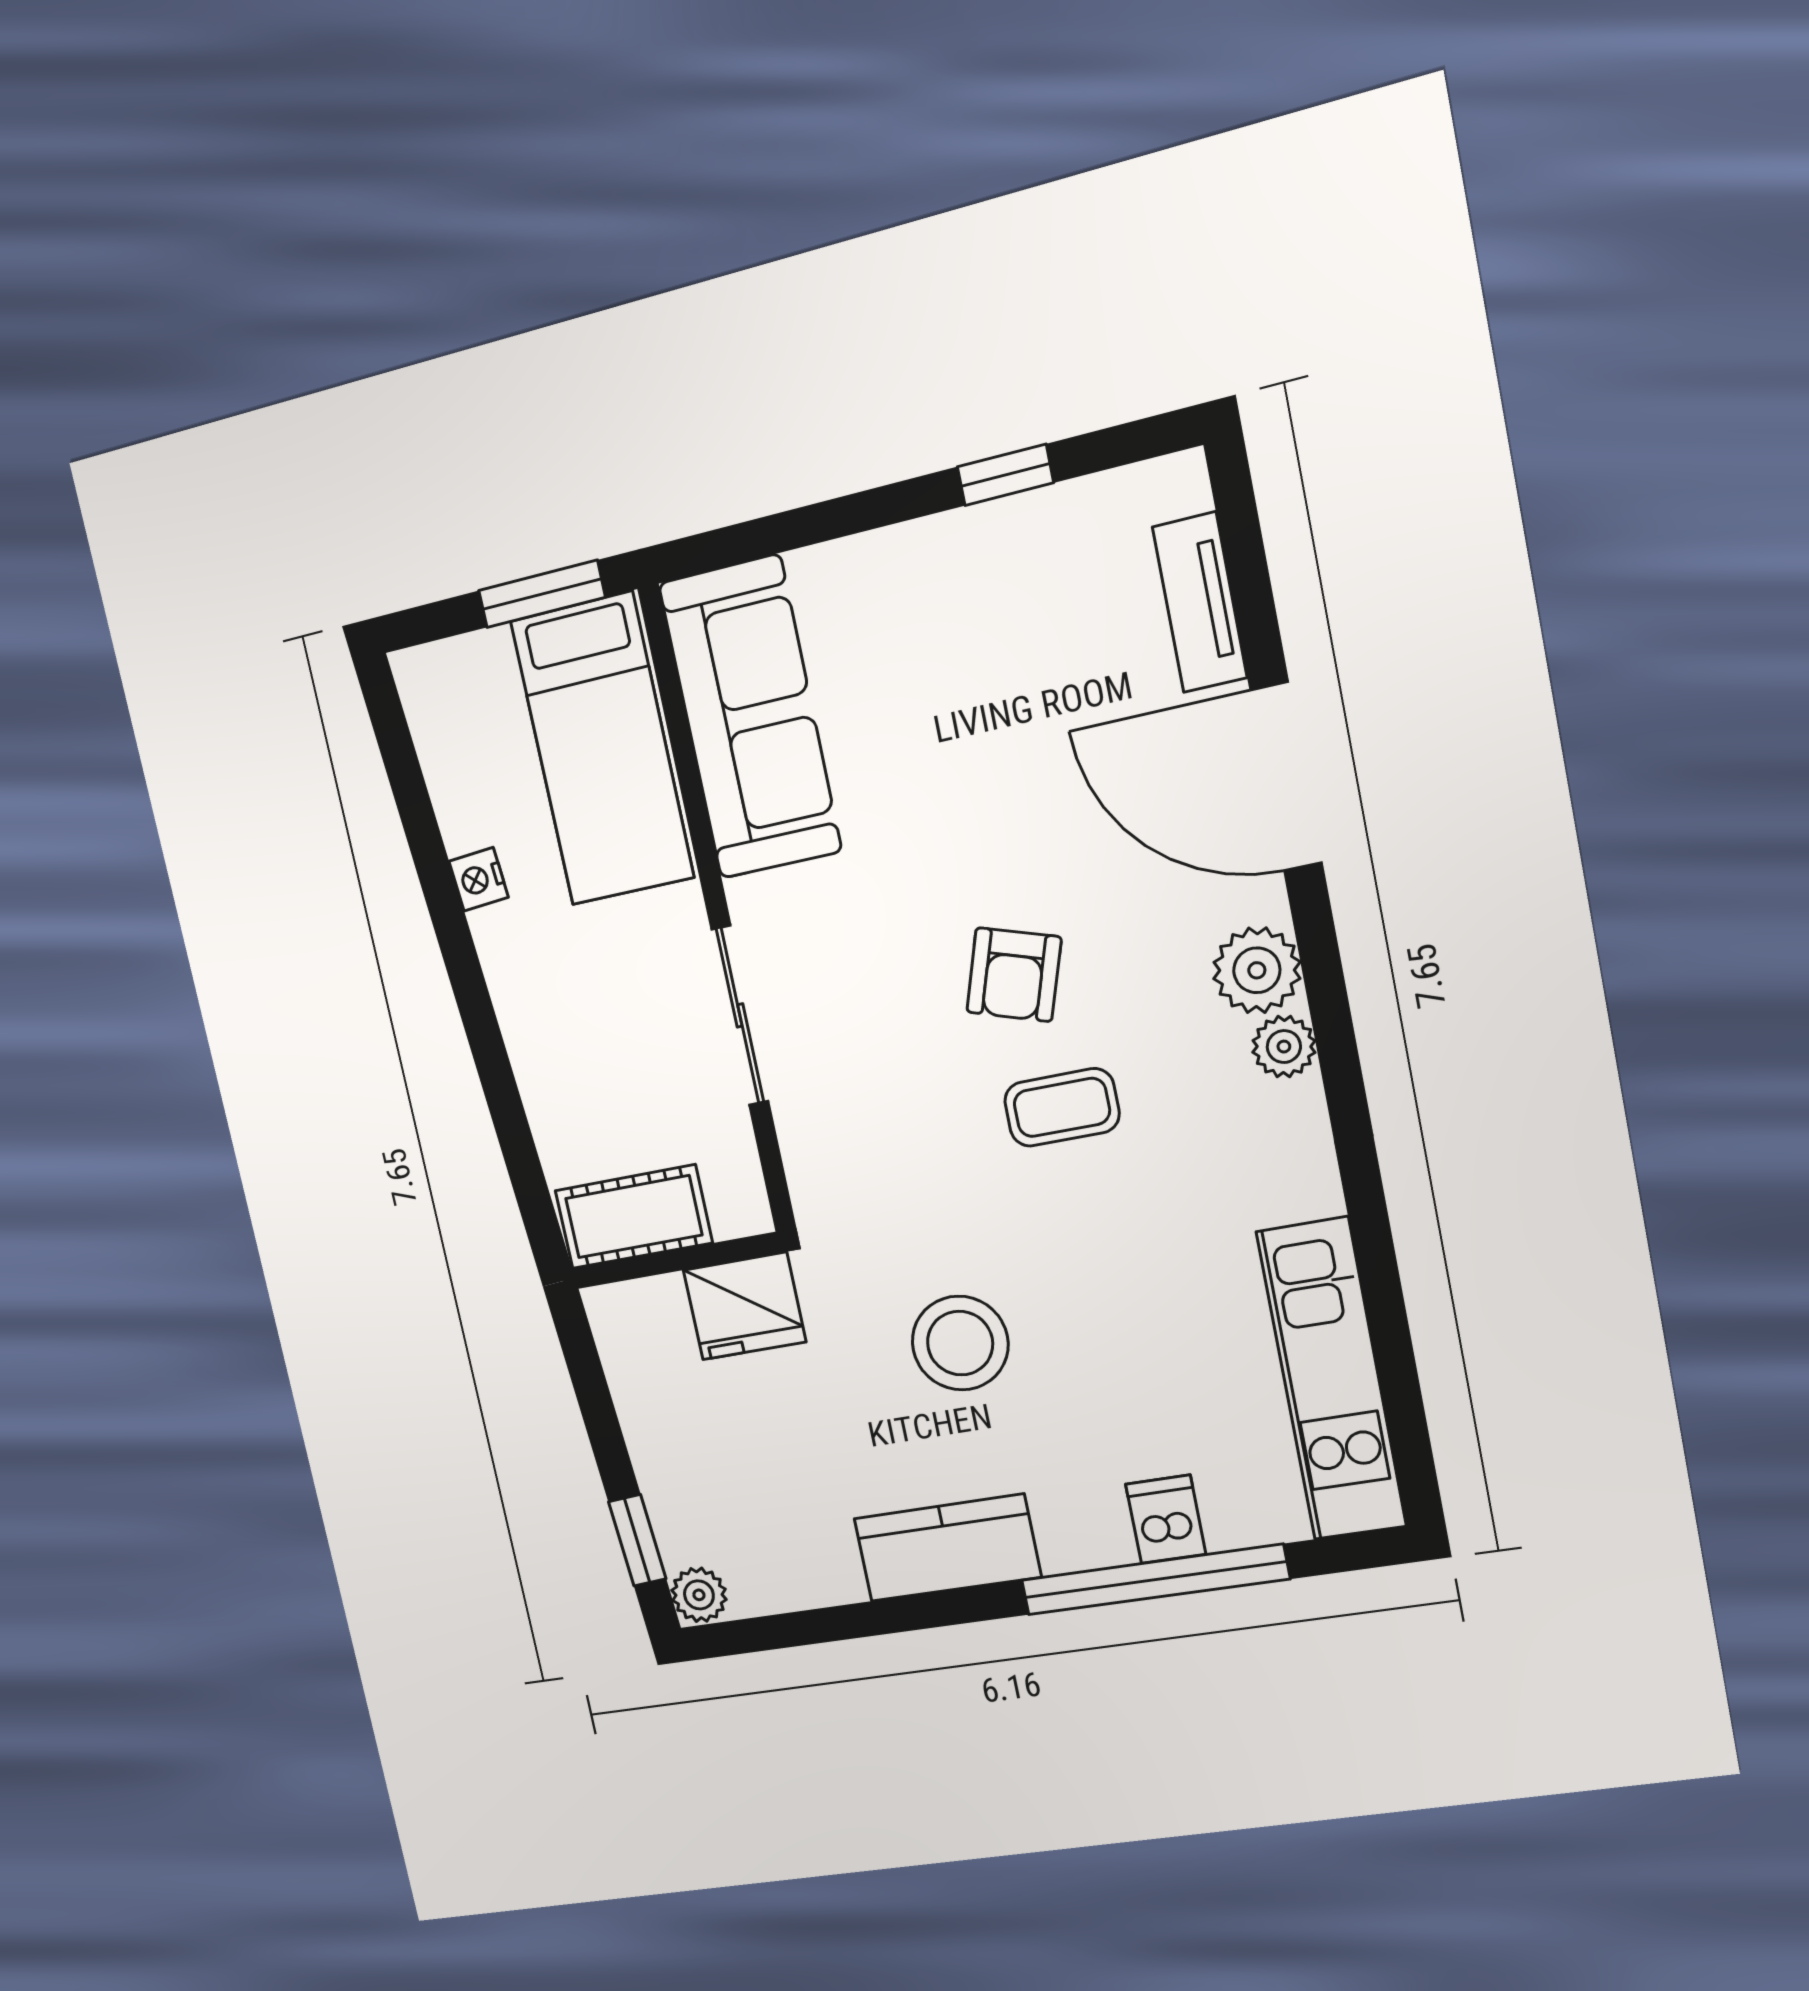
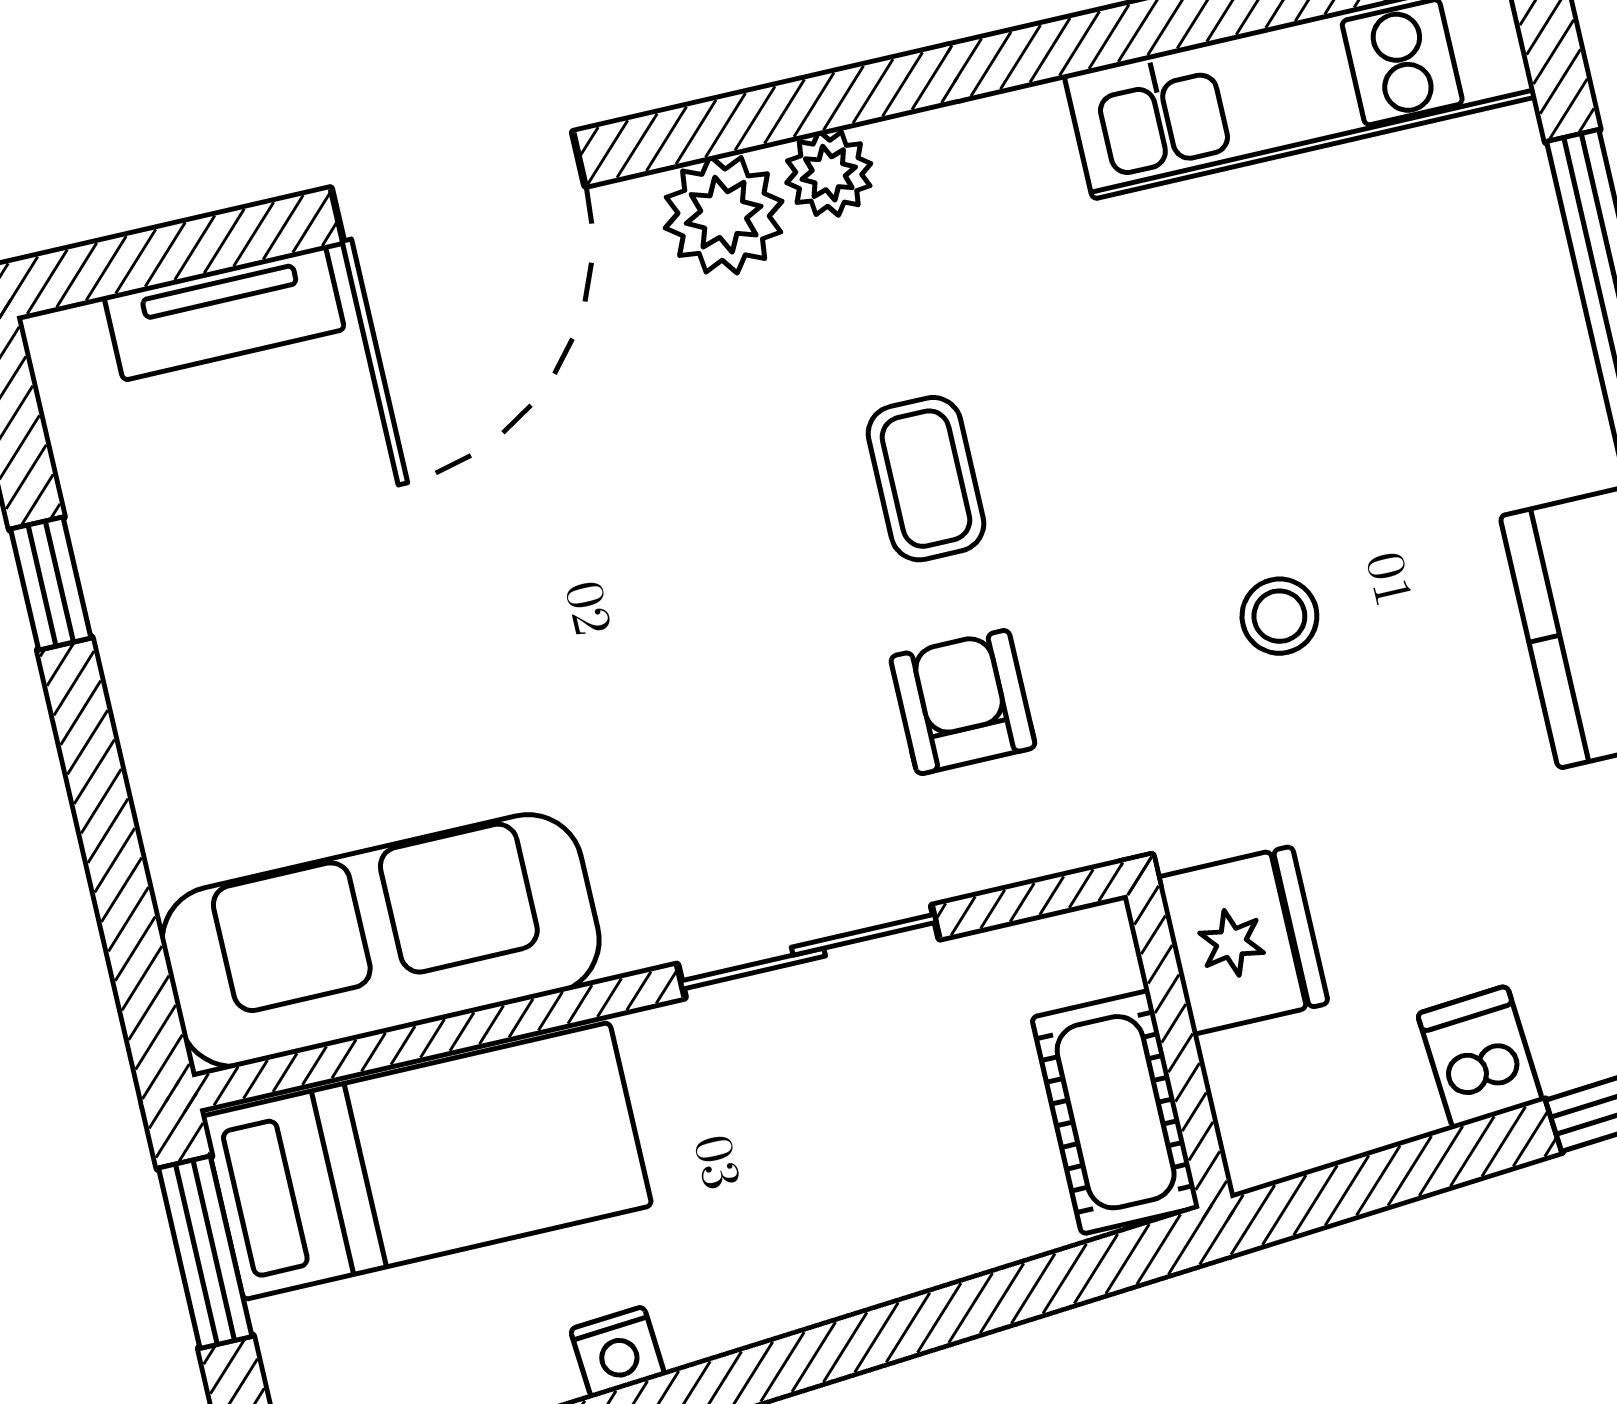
armchair: (1014, 975) -> (963, 702), moved, turned -108
stool: (960, 1343) -> (1279, 616), width x0.53, depth x0.53
dishwasher: (1166, 1519) -> (1480, 1057), moved, turned 86

